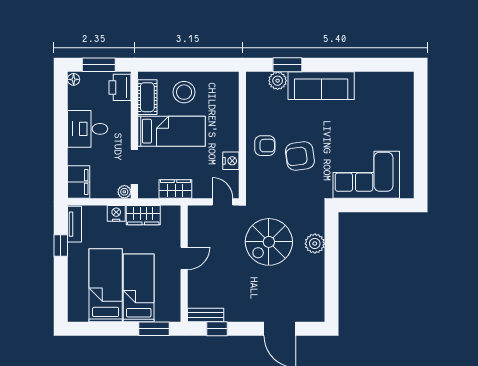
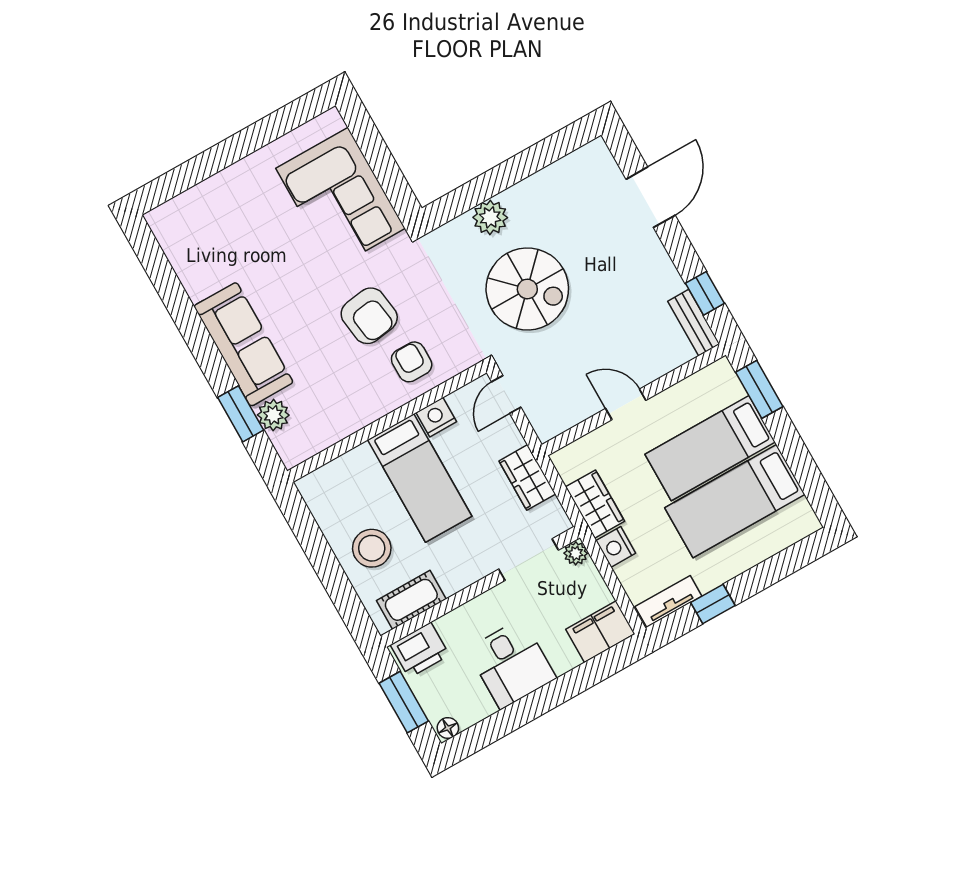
bed: (171, 131) -> (420, 478), moved, turned 180
armchair: (265, 146) -> (412, 362), moved

